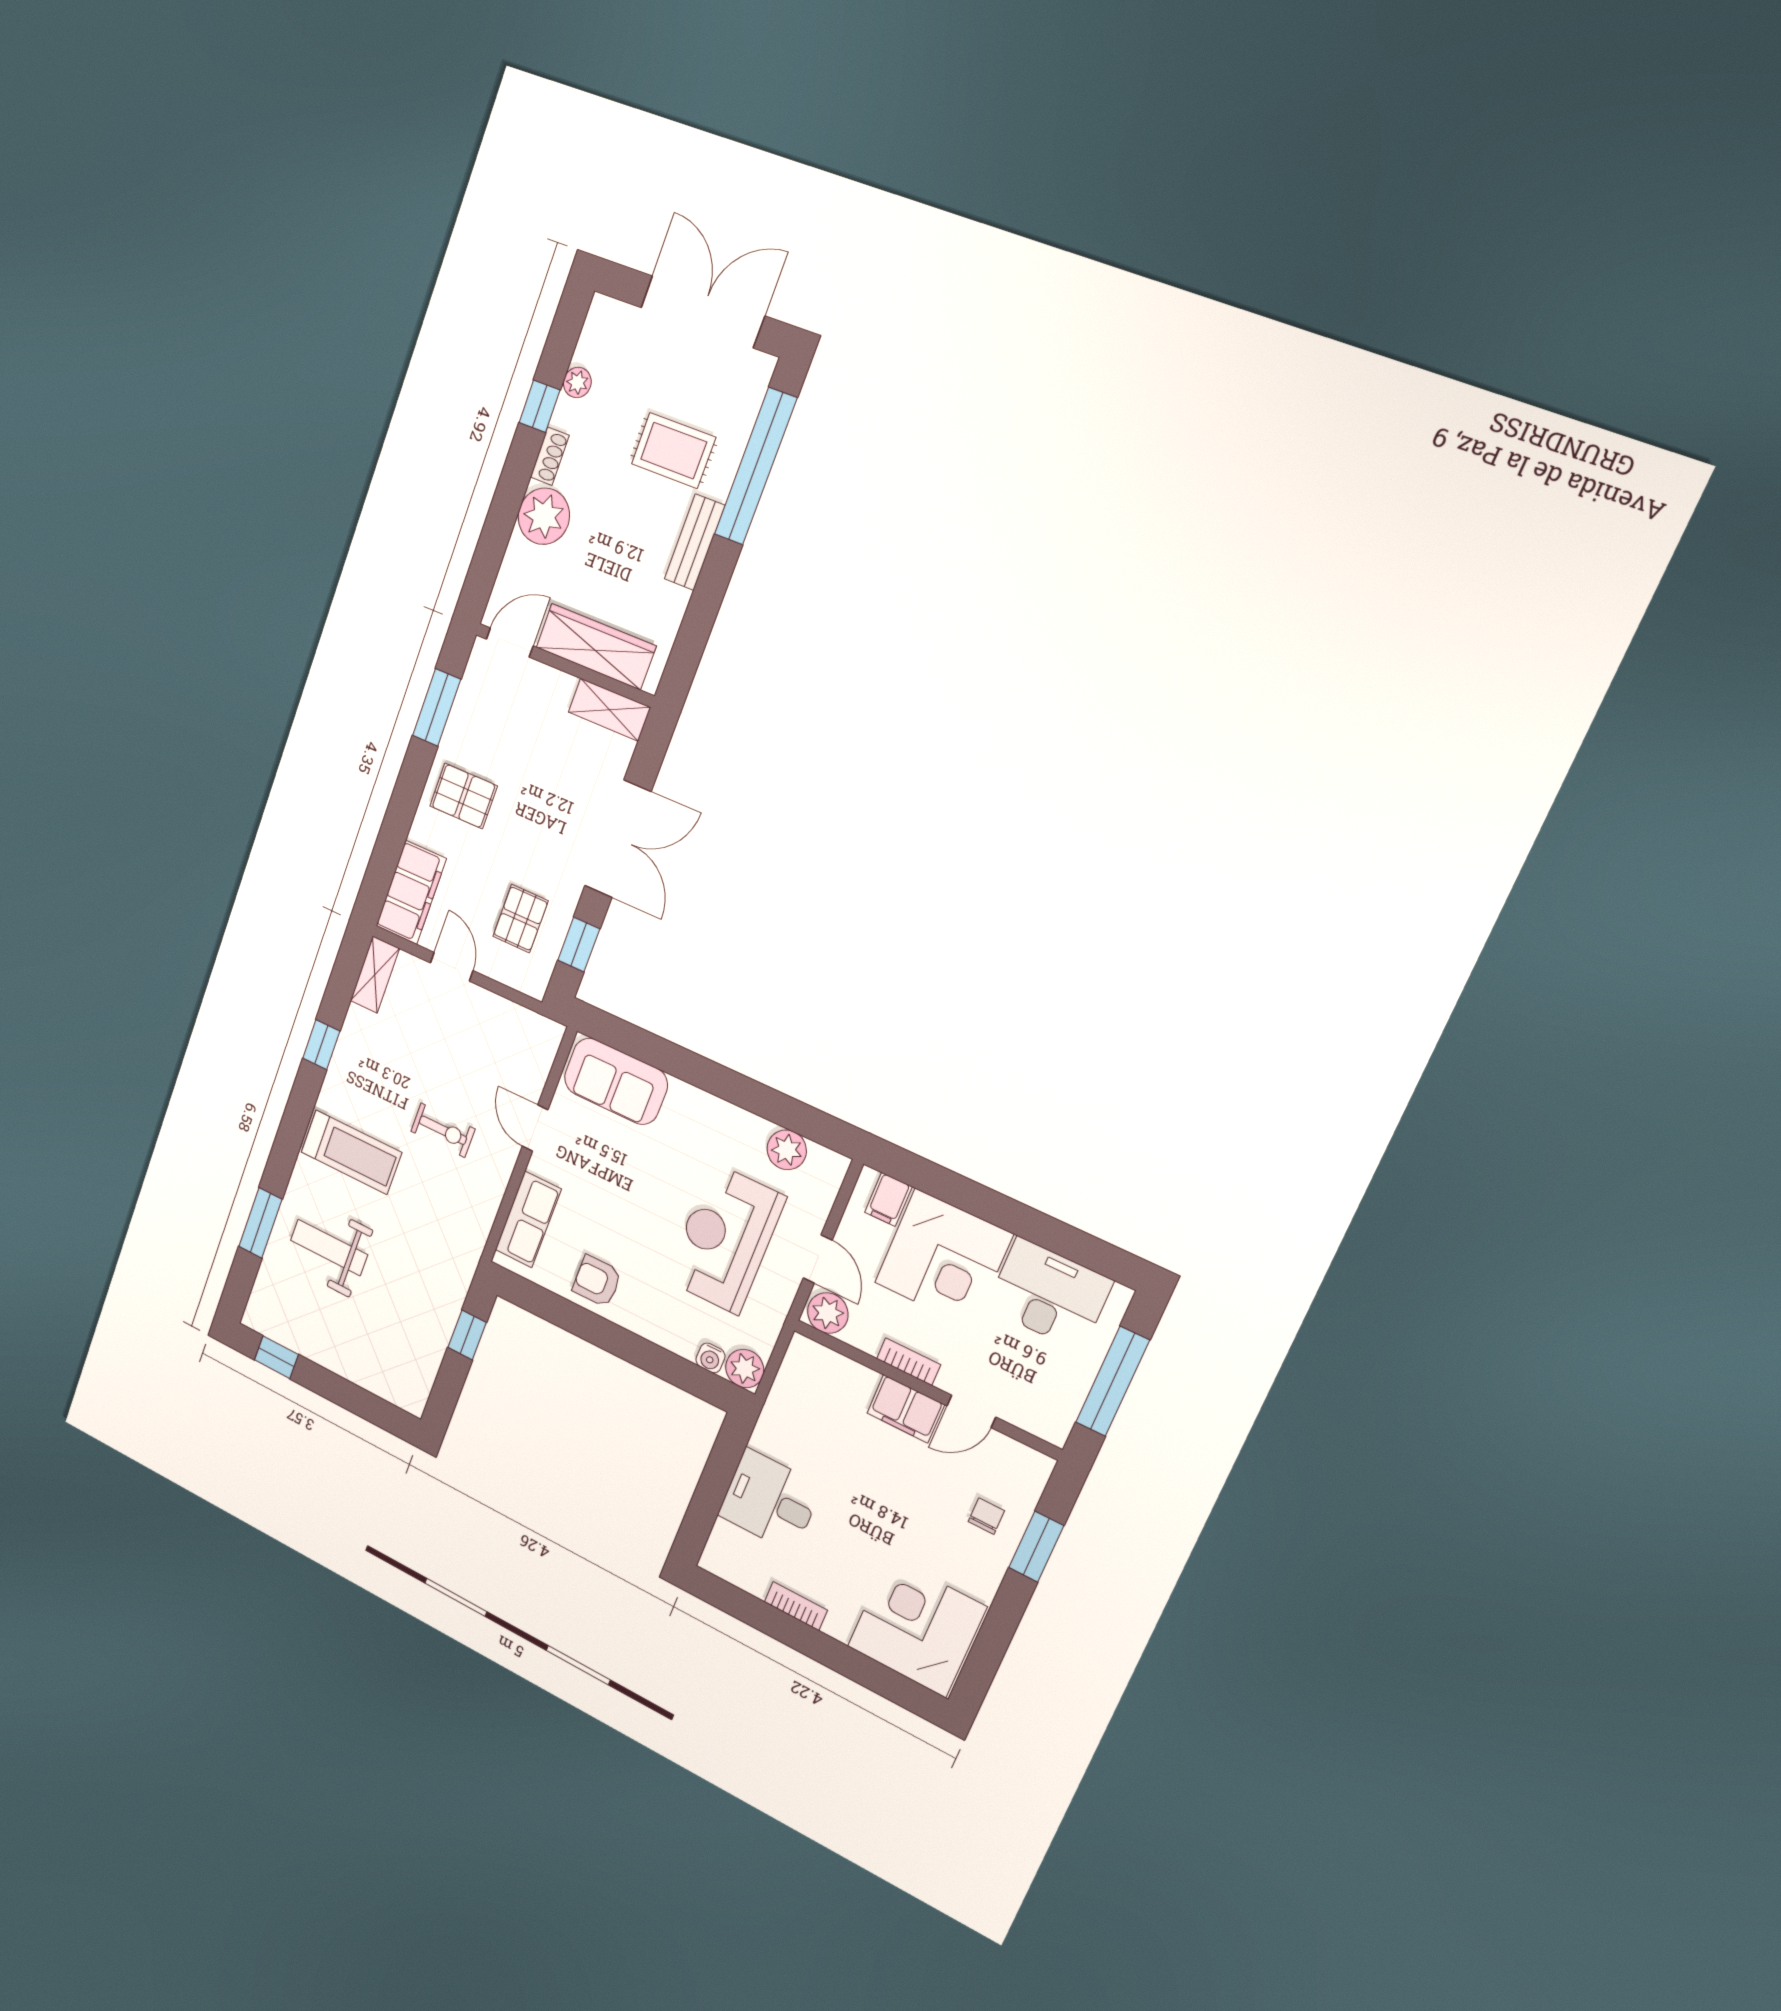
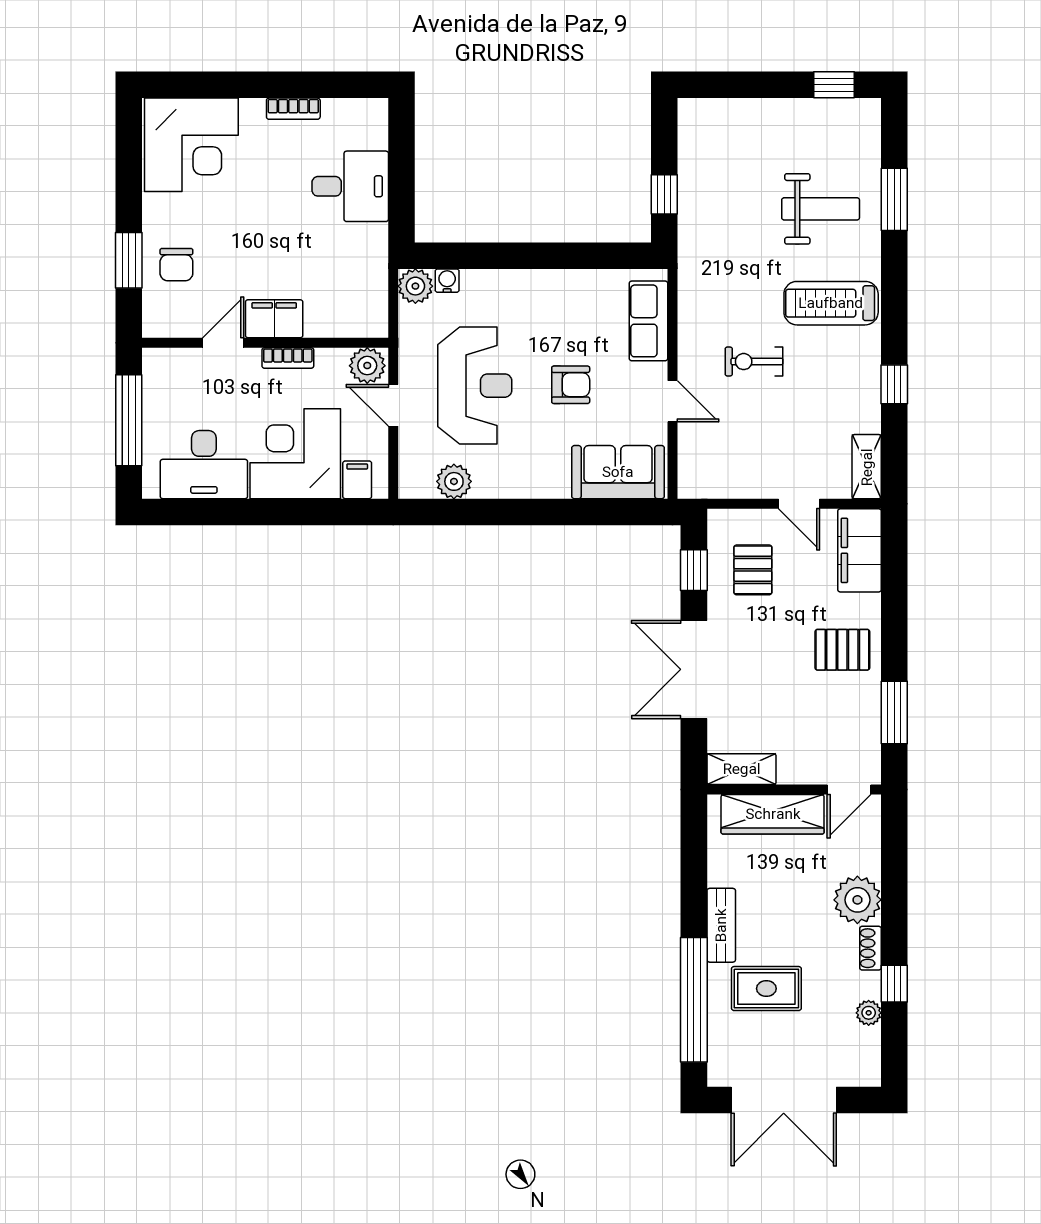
armchair: (597, 1281) -> (571, 385), moved
chair: (986, 1516) -> (176, 265), width x1.37, depth x1.37

